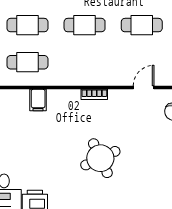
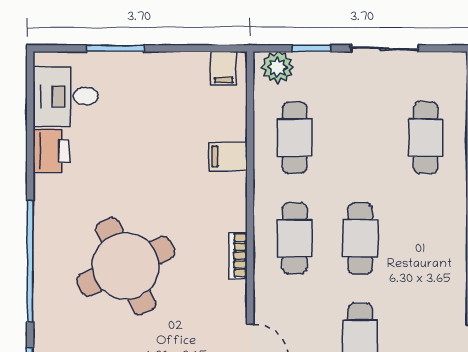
cafe table: (27, 25) -> (295, 238), moved
round table: (100, 158) -> (126, 266), width x1.36, depth x1.36

